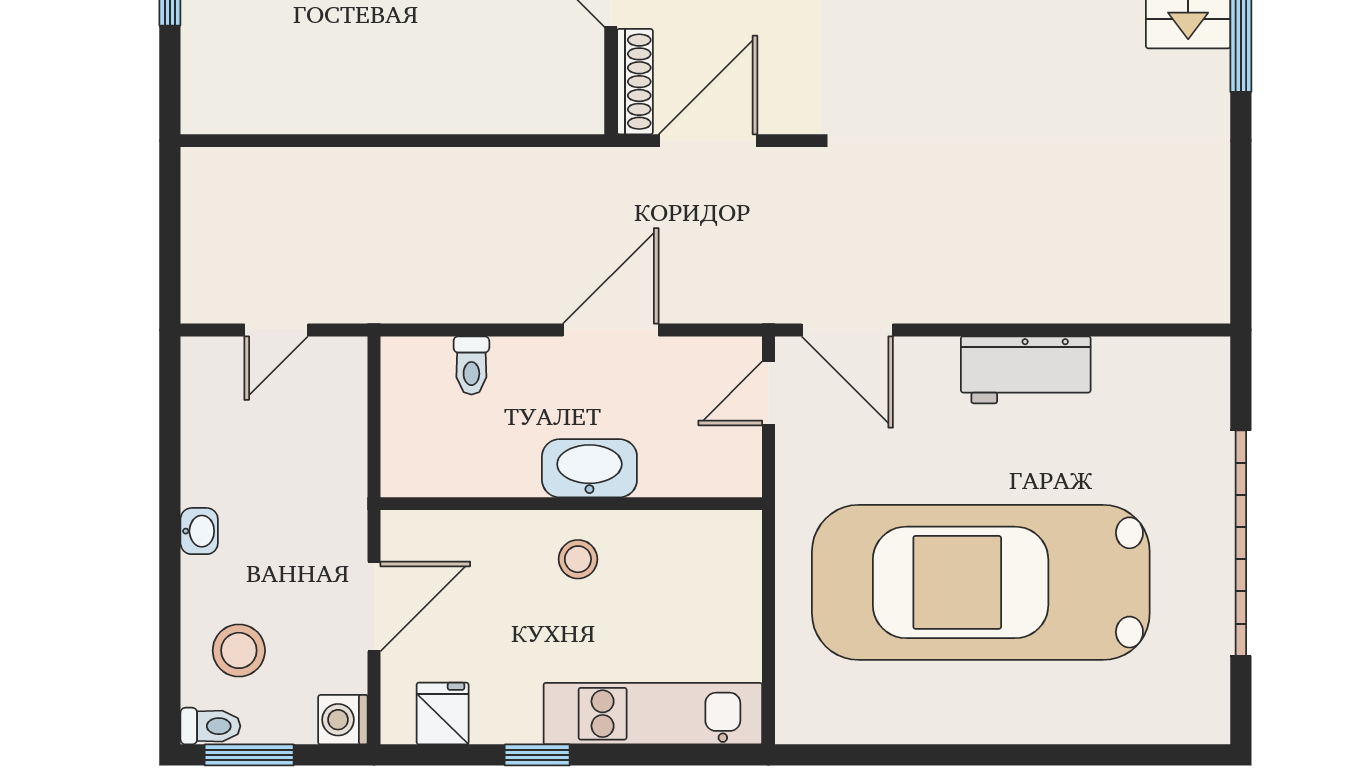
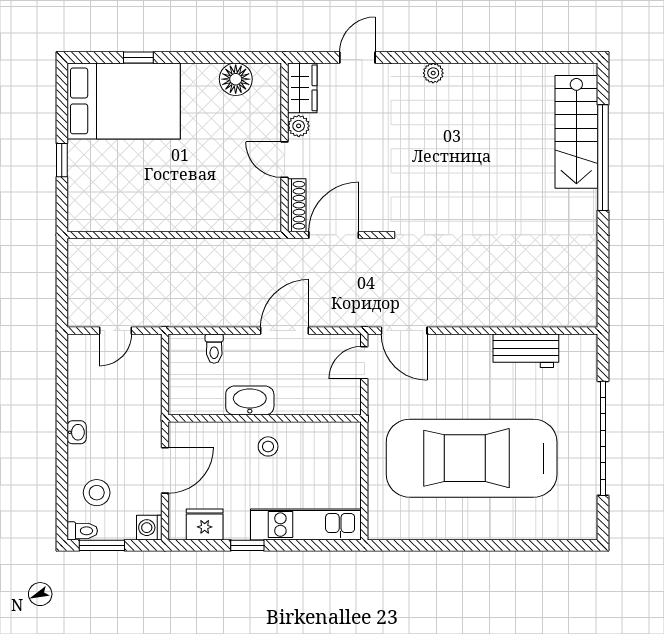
workbench: (1026, 370) -> (526, 351), moved
washbasin: (589, 468) -> (250, 401), moved
fridge: (443, 714) -> (205, 524), width x1.38

